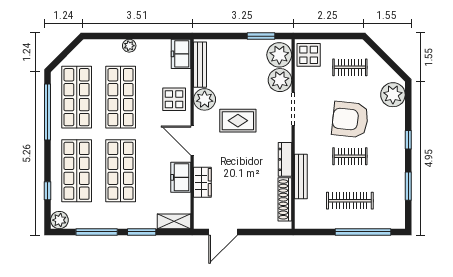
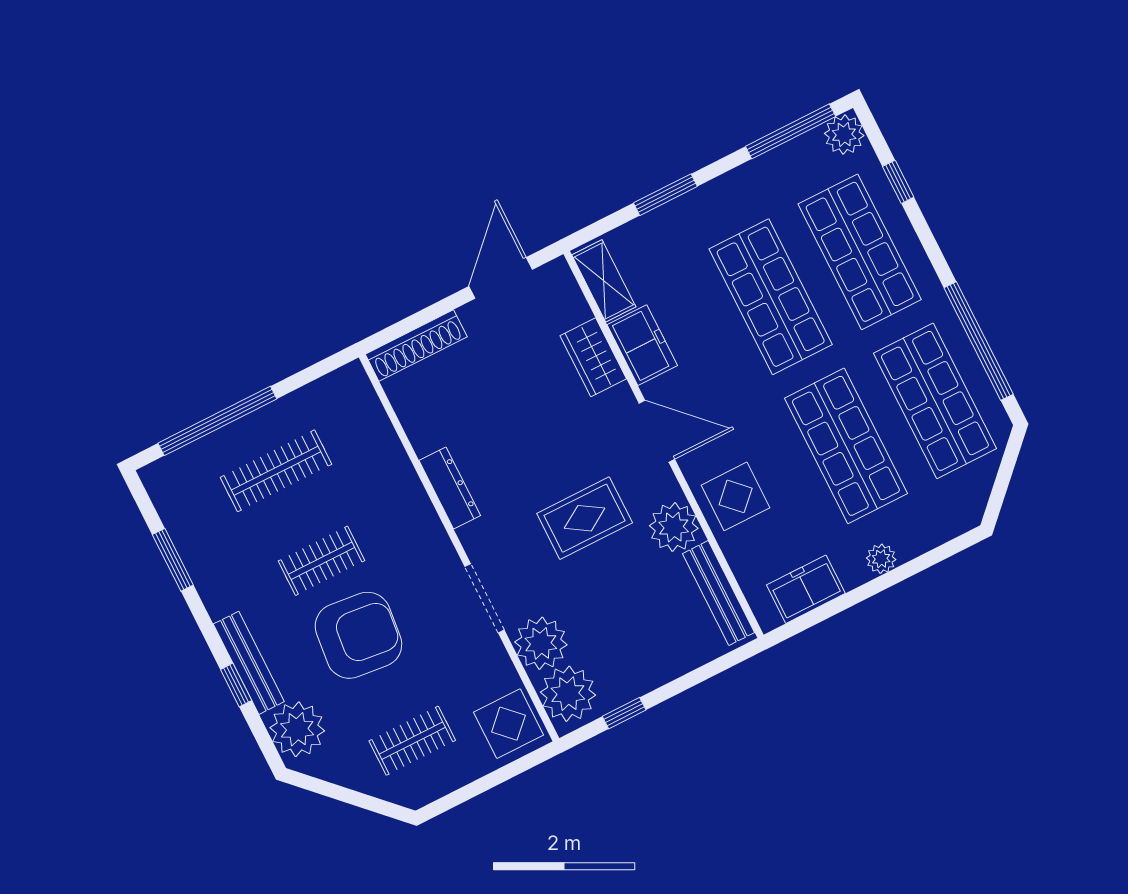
window: (261, 36) -> (624, 713), width x0.67
freezer: (181, 54) -> (806, 589), moved, turned -90
window: (408, 140) -> (236, 685), moved
bench: (301, 176) -> (249, 663), moved
shoe rack: (285, 199) -> (416, 346), moved, turned 90
shelving: (174, 221) -> (604, 281), moved, turned 90
window: (97, 232) -> (791, 131), moved

